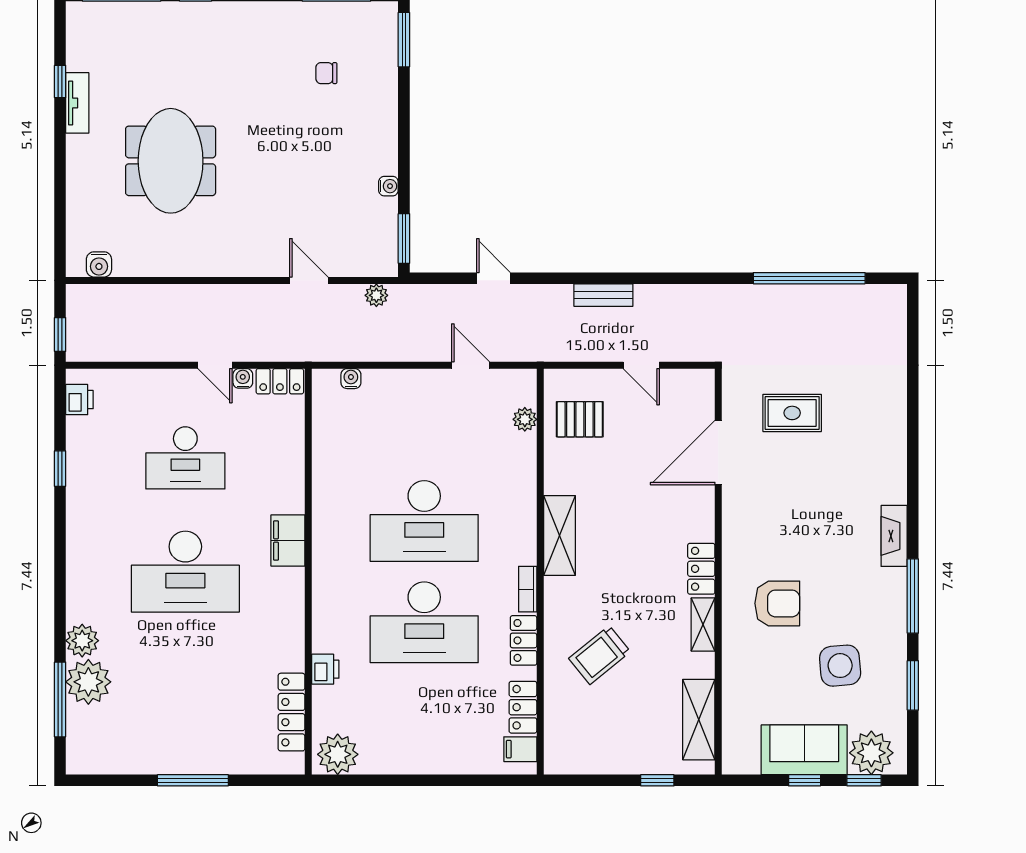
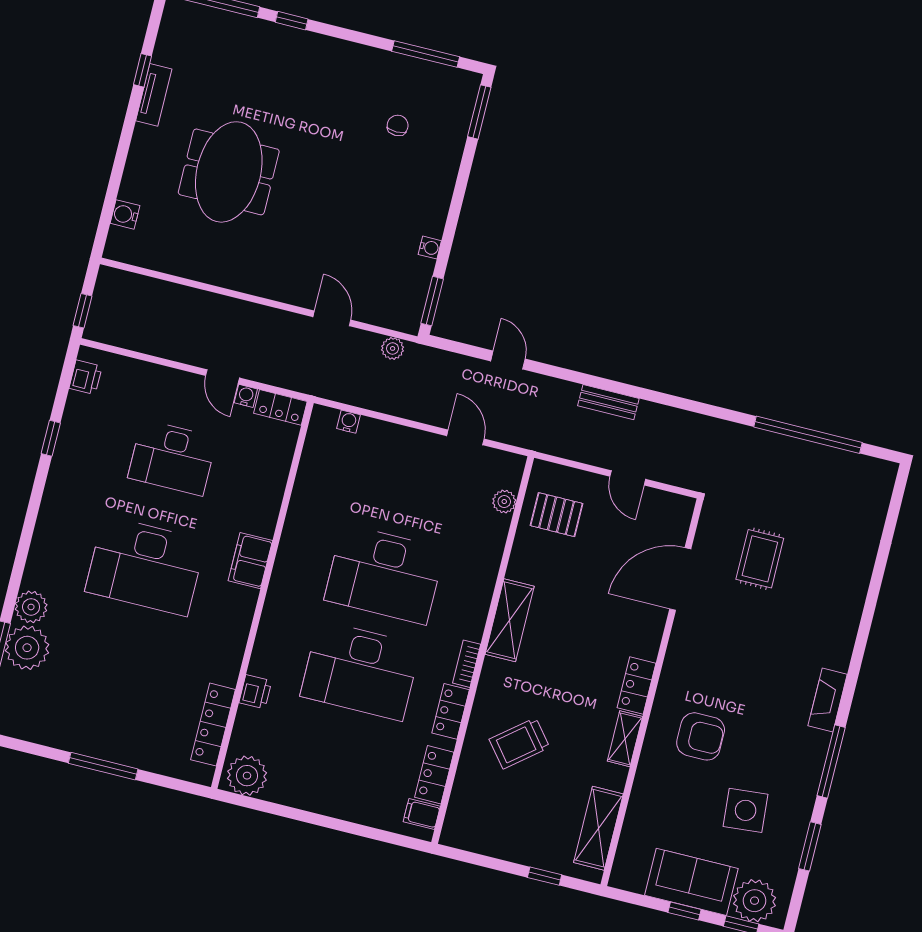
chair: (326, 73) -> (398, 125), turned 90
water cooler: (99, 264) -> (125, 214), moved, turned 90
rug: (792, 413) -> (760, 559), turned 90

